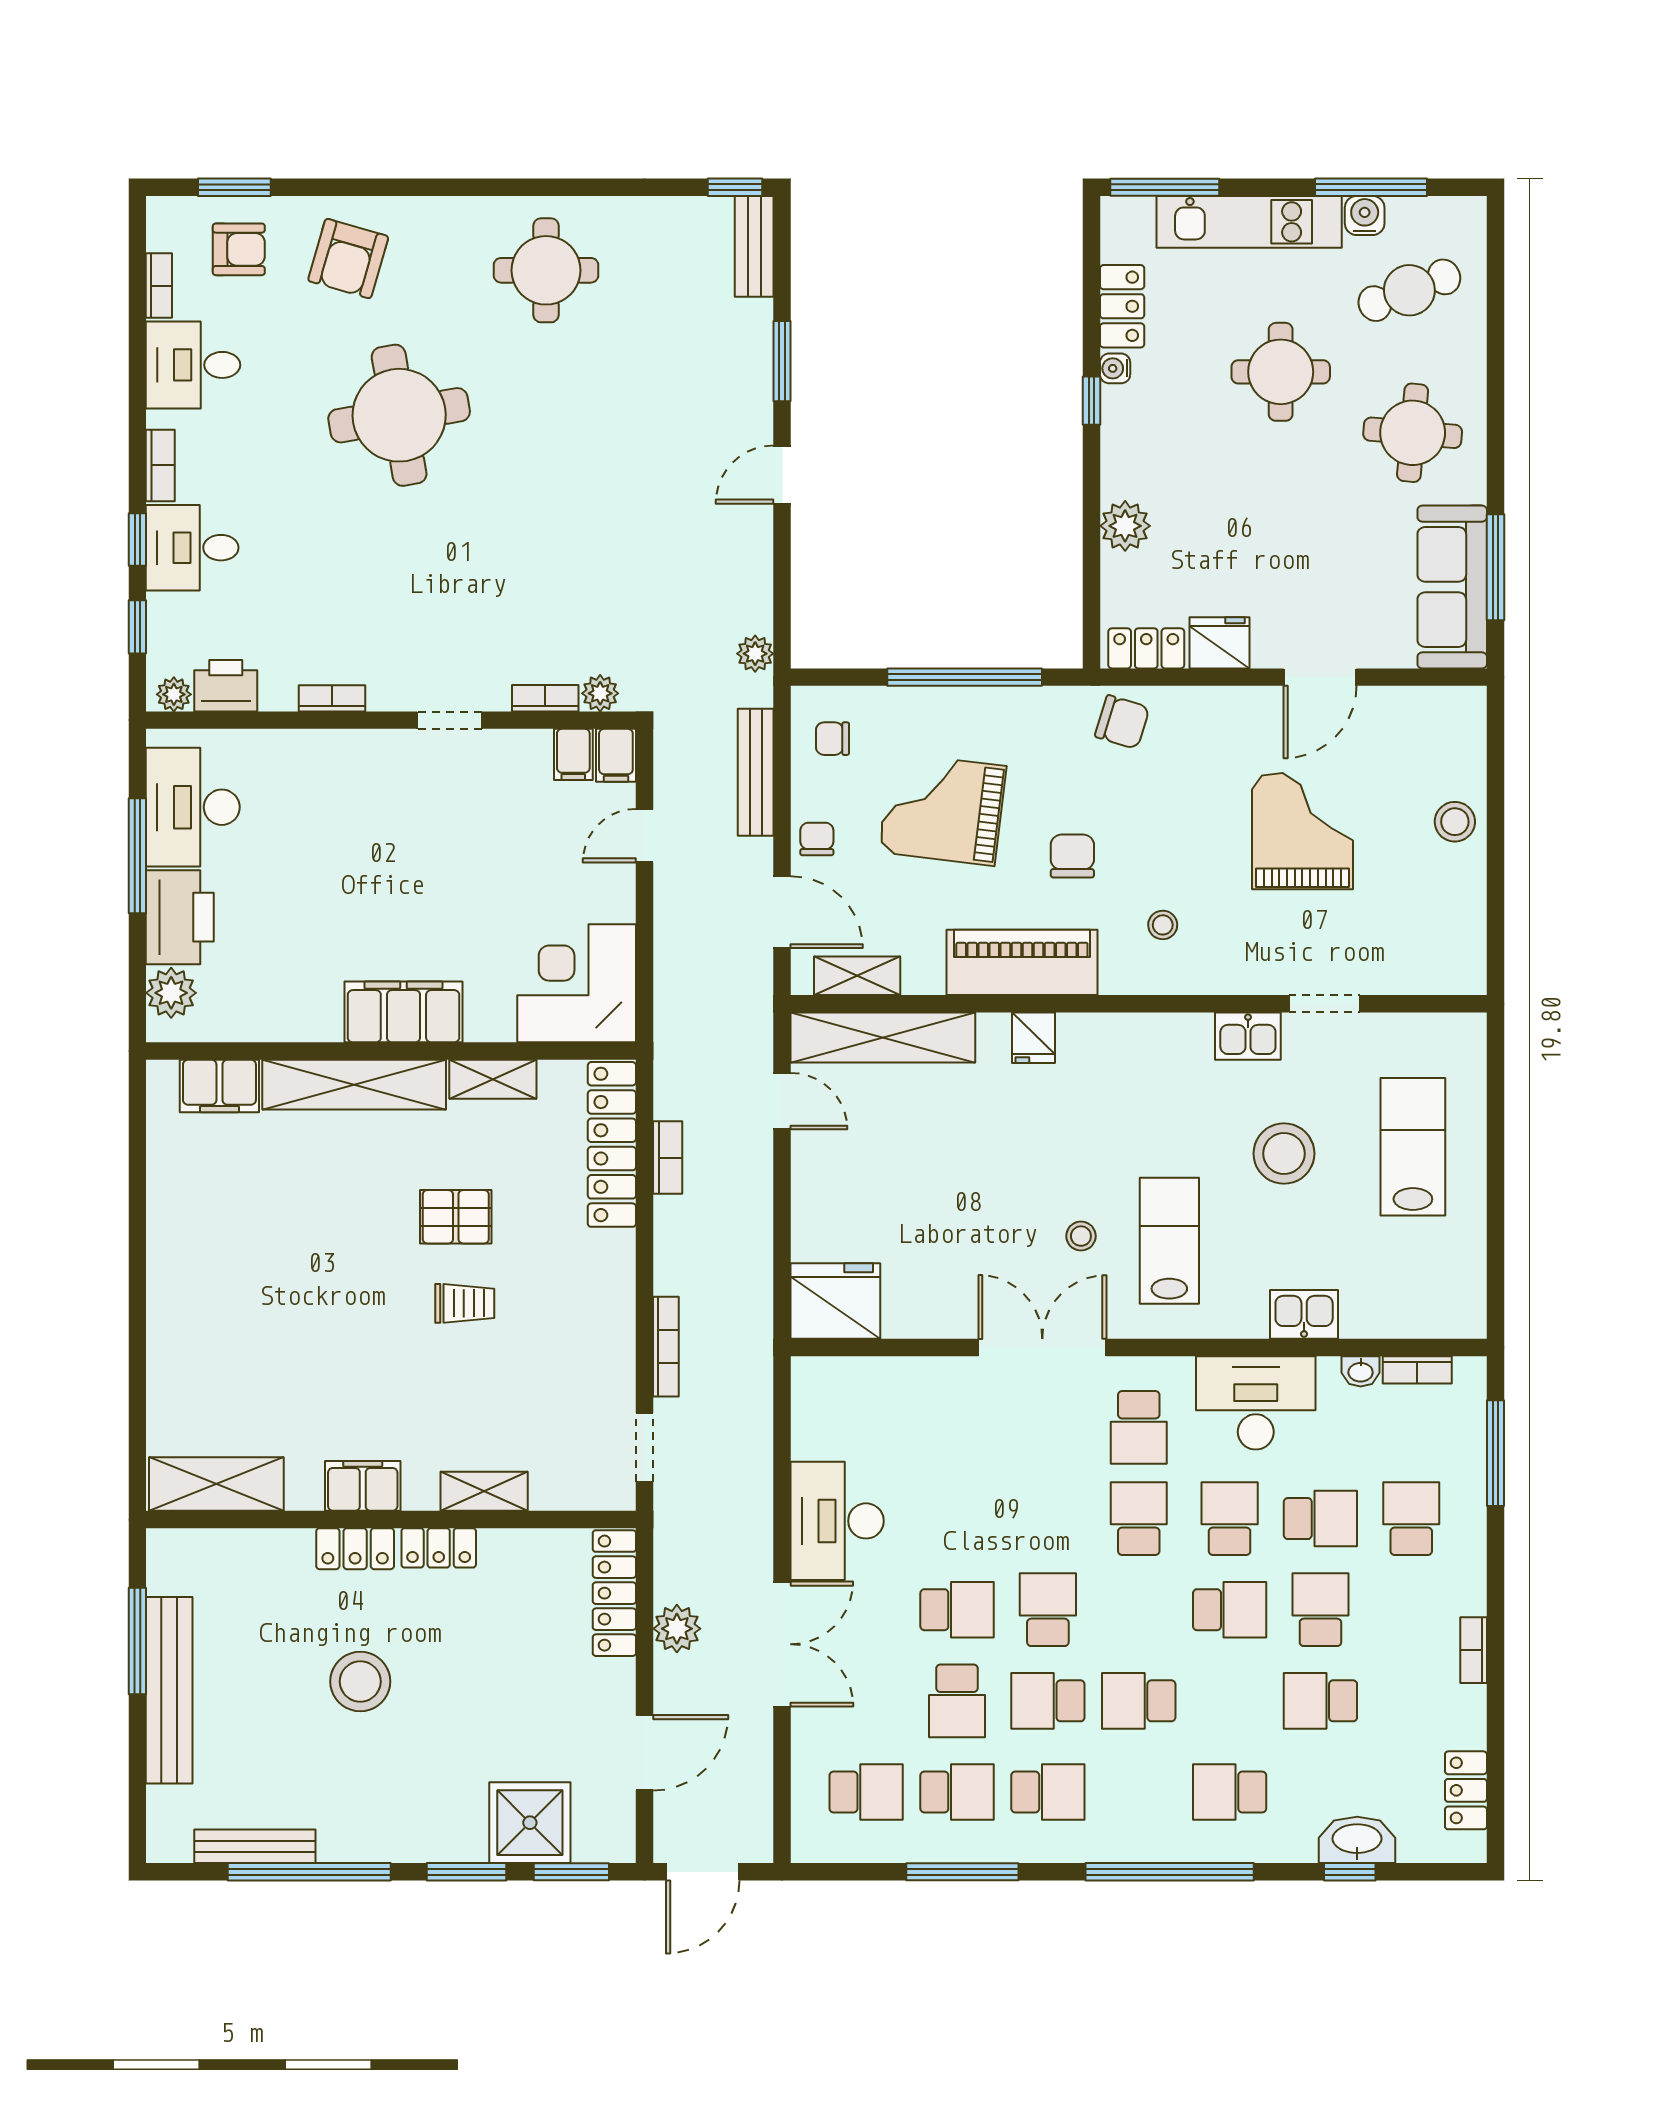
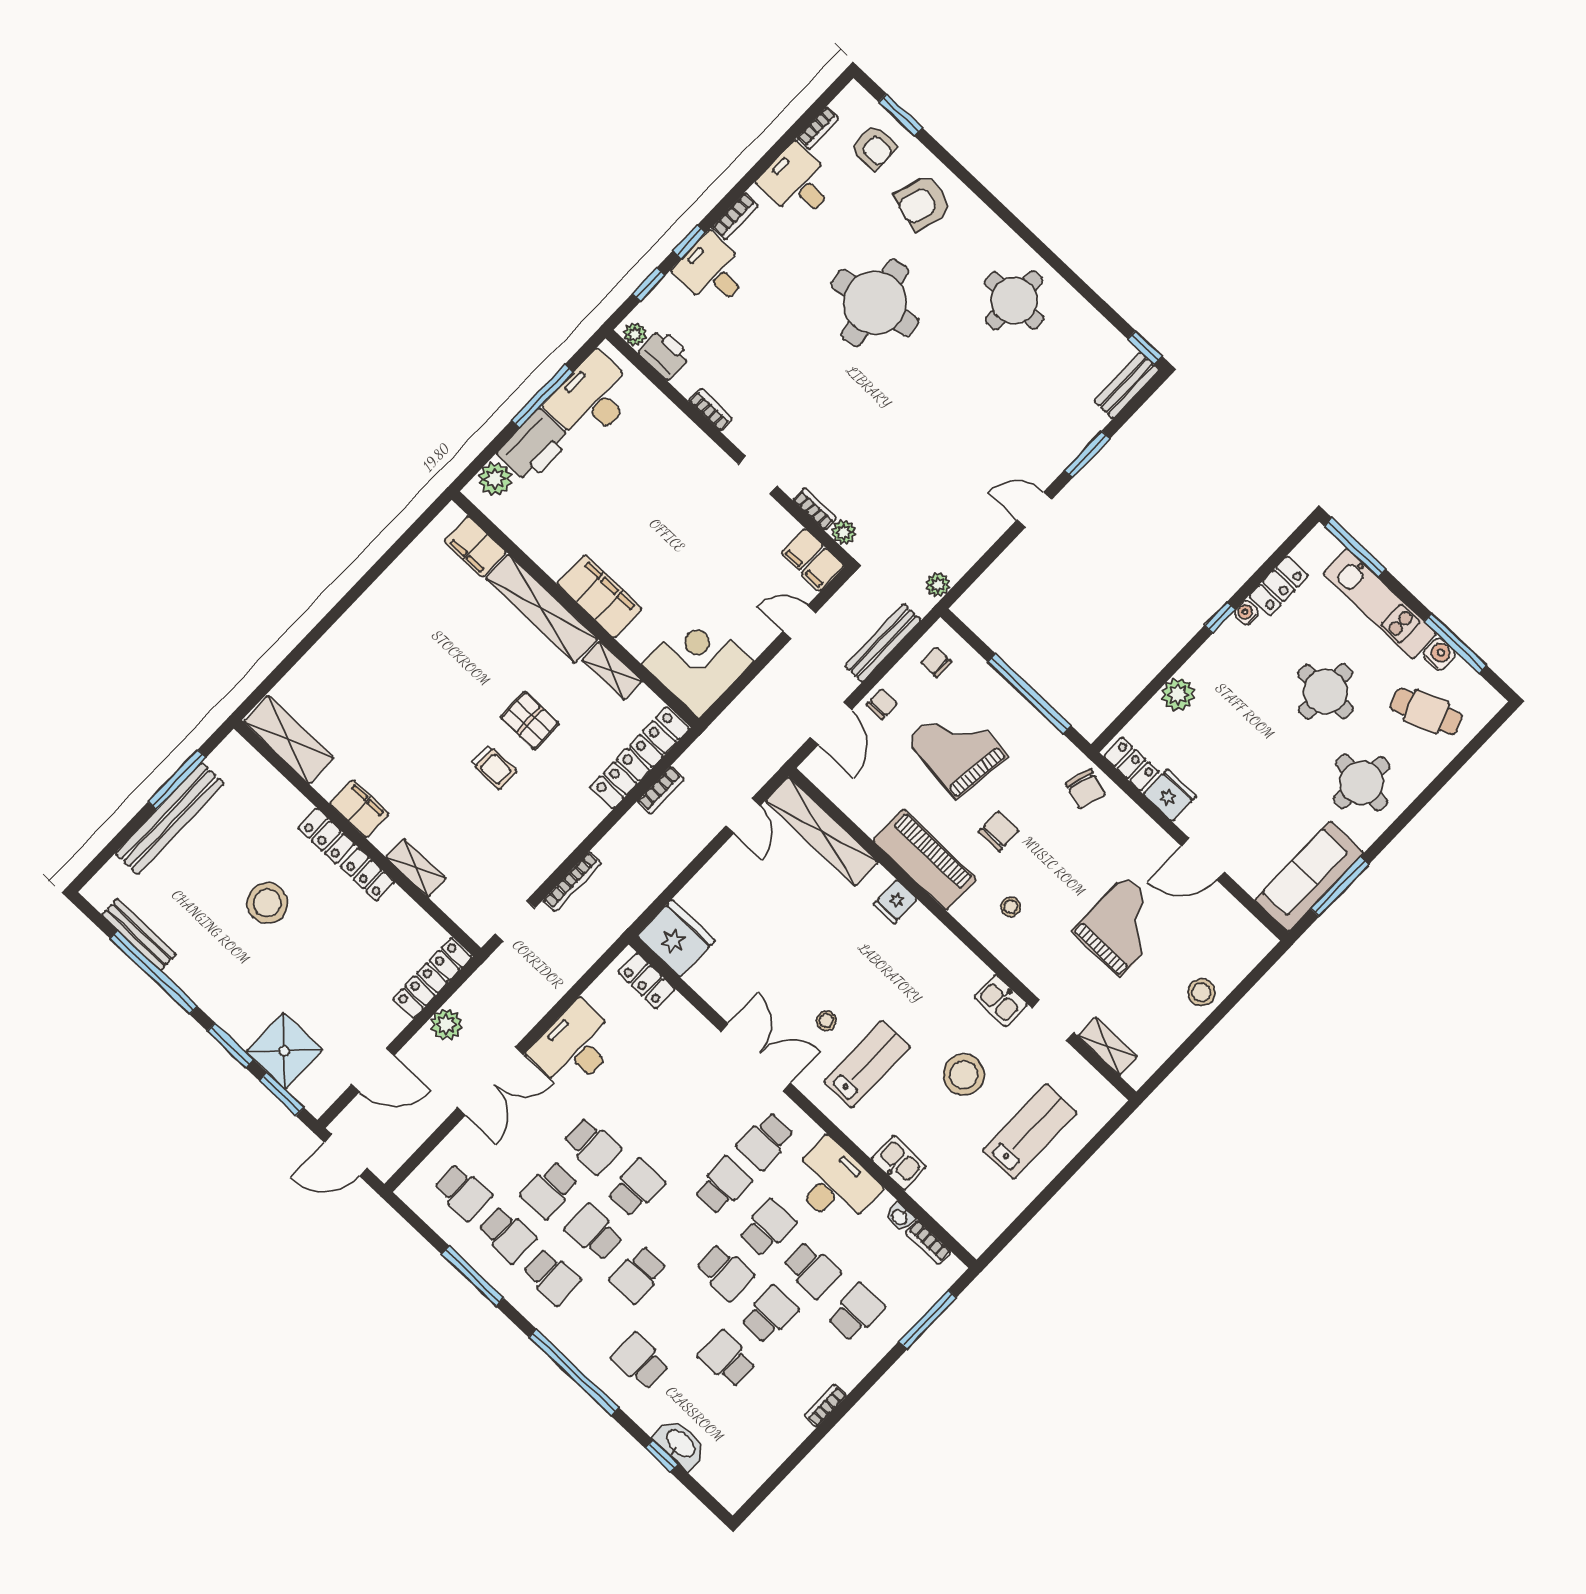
shelving: (857, 976) -> (1108, 1046), moved
school desk: (1139, 1701) -> (638, 1275), turned -90
locker: (1466, 1790) -> (646, 981), moved, turned -90

